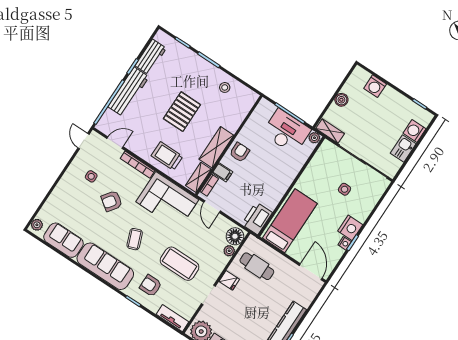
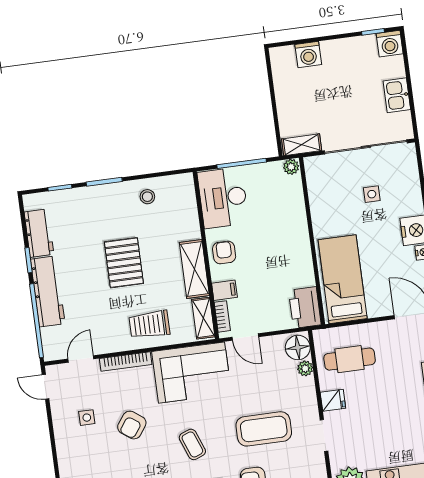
boiler: (341, 100) -> (285, 101), removed
washing machine: (414, 131) -> (390, 44), moved, turned -90
desk: (286, 132) -> (223, 198), moved, turned -90

